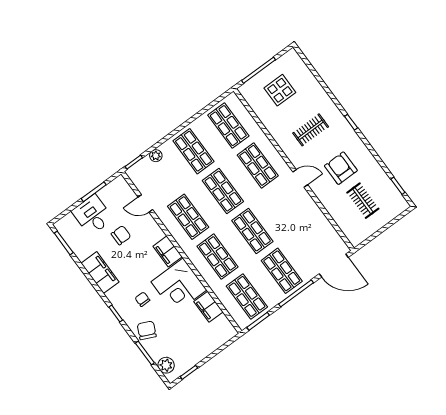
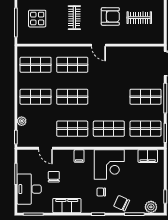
armchair: (341, 168) -> (110, 16), turned 180
door: (300, 178) -> (99, 45), swing flipped
door: (145, 203) -> (46, 148), hinge flipped
desk: (92, 215) -> (29, 189), width x1.37
shop shelf: (252, 231) -> (109, 97), removed
filing cabinet: (168, 251) -> (79, 156), width x0.50
filing cabinet: (208, 307) -> (148, 156), moved

